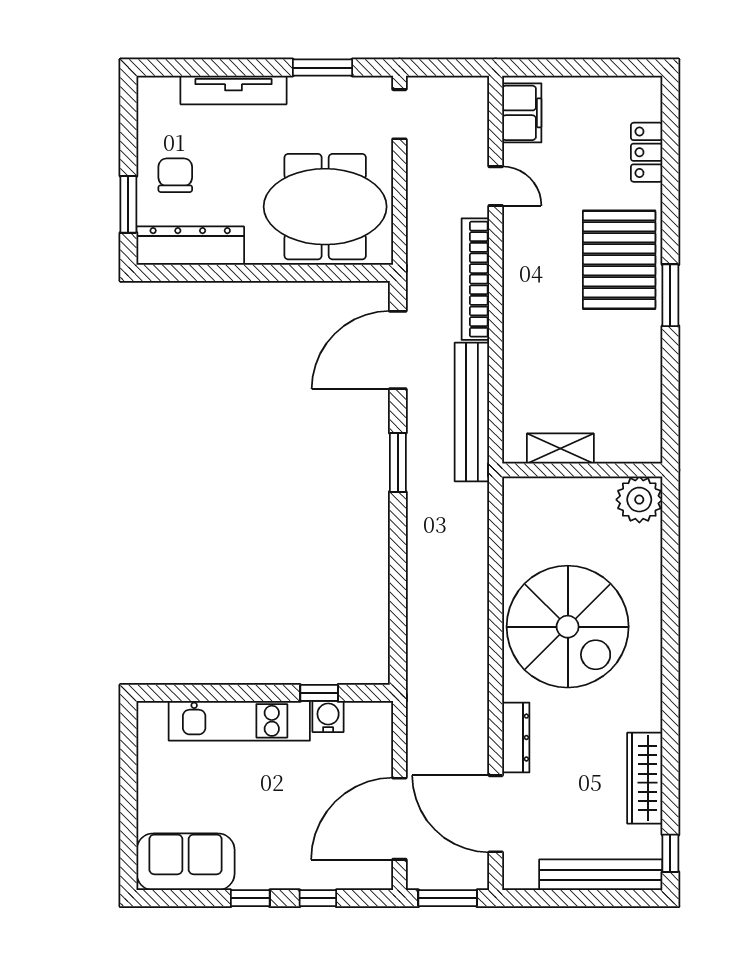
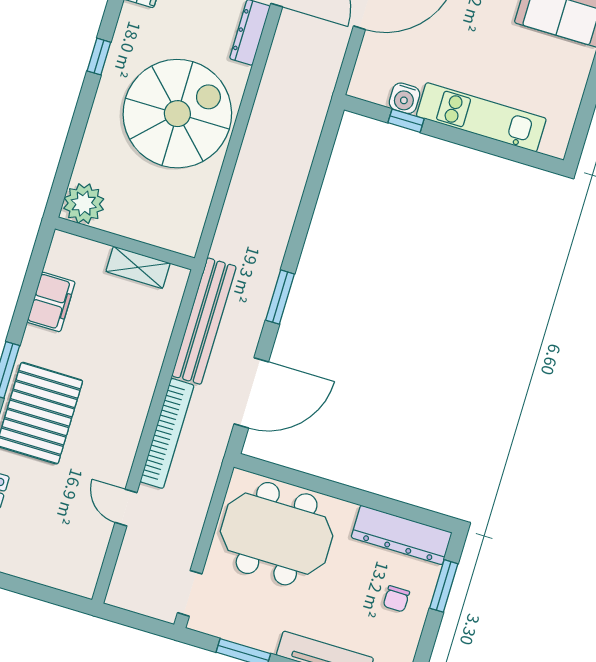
filing cabinet: (522, 113) -> (51, 302), moved, turned 180
chair: (175, 175) -> (396, 599), width x0.73, depth x0.73
spiral stairs: (568, 627) -> (177, 114), turned 90
window: (670, 663) -> (99, 57), added

